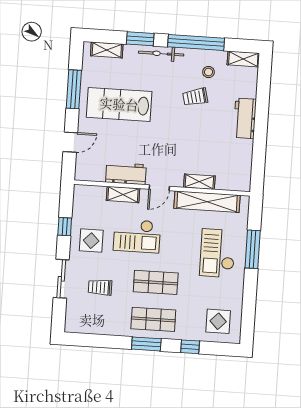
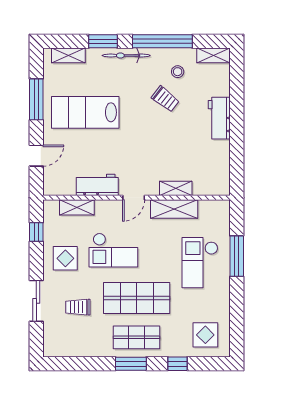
trolley: (195, 97) -> (165, 99), turned -128
shelving: (123, 194) -> (77, 207), moved
shelving: (207, 202) -> (174, 209), width x0.68
window: (65, 227) -> (36, 232), moved
shop shelf: (156, 282) -> (137, 298), width x1.43, depth x1.36

